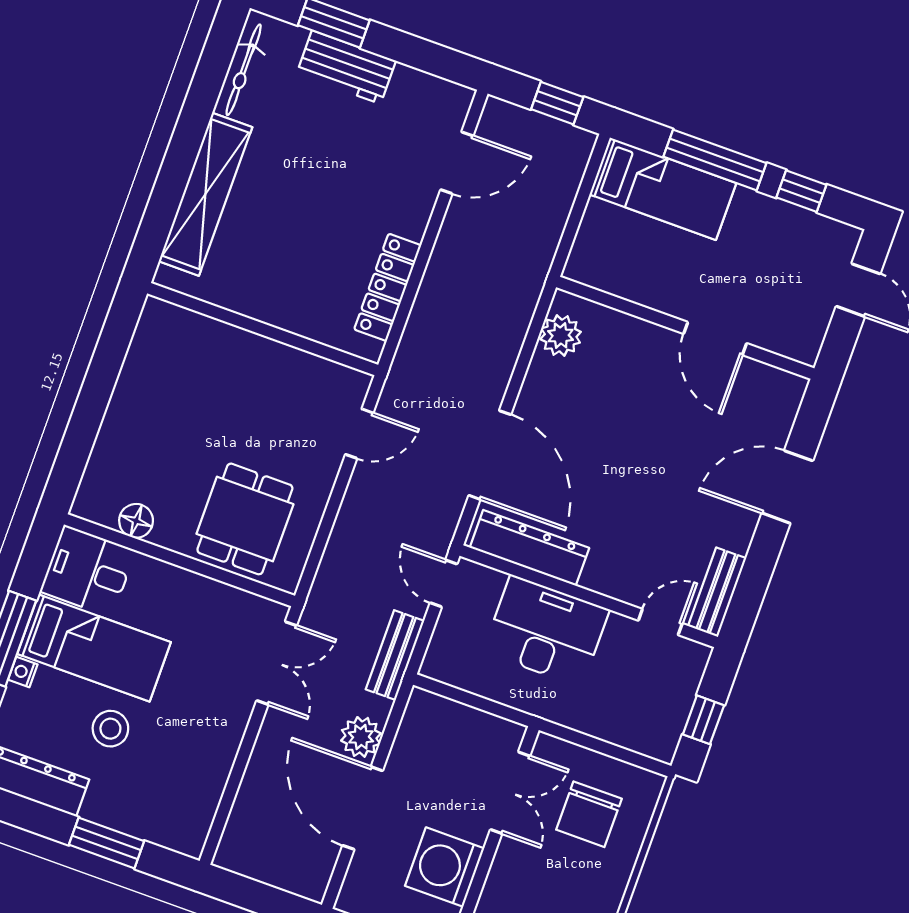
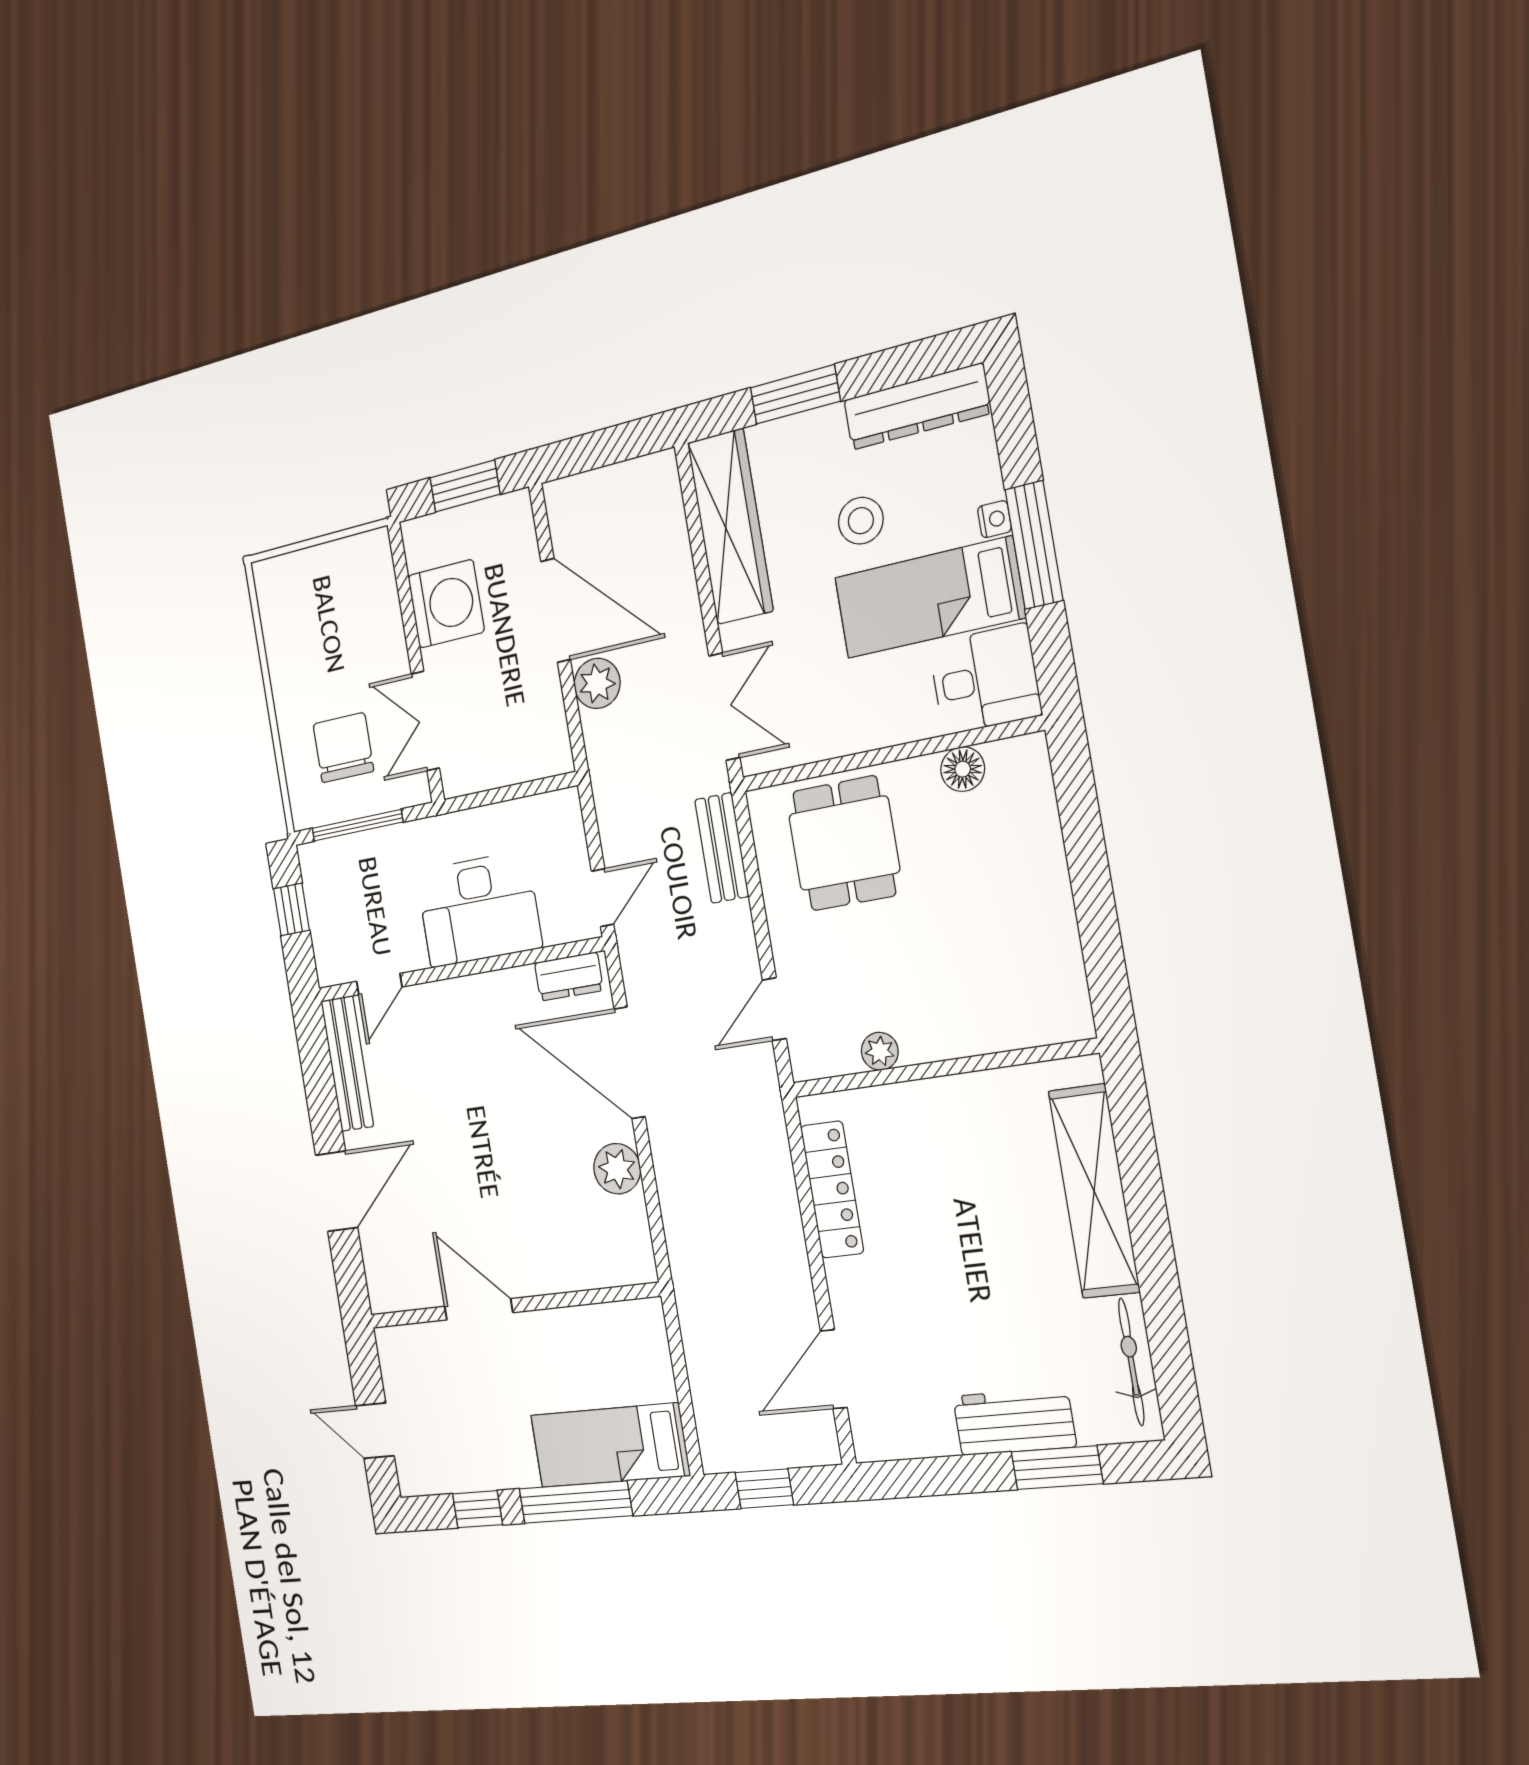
plant: (561, 335) -> (617, 1169), moved
plant: (300, 364) -> (880, 1051), added
dresser: (529, 548) -> (569, 977), width x0.51, depth x0.80
door: (444, 583) -> (603, 898), hinge flipped
bench: (717, 592) -> (347, 1064), width x1.36
bench: (395, 655) -> (722, 848), moved
double door: (277, 663) -> (724, 707), swing flipped
window: (610, 750) -> (357, 825), added
wardrobe: (202, 784) -> (730, 527), added

